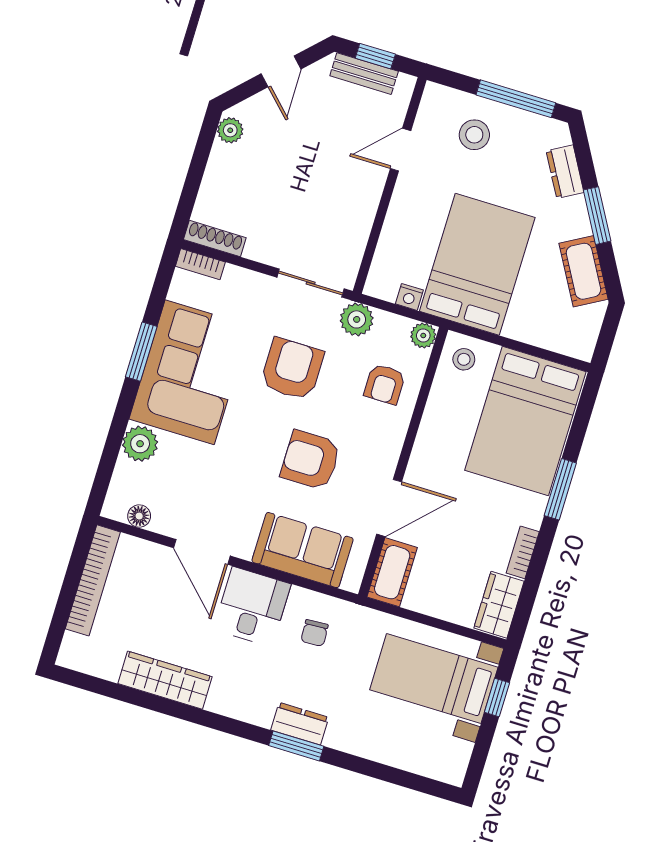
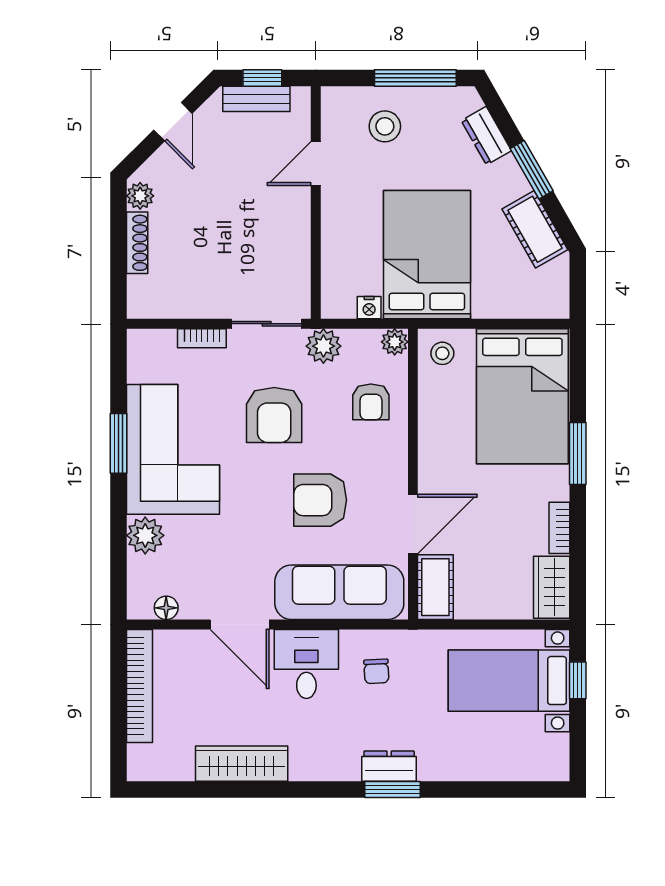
shoe rack: (215, 239) -> (137, 243), moved, turned 90
bookcase: (200, 264) -> (202, 338), moved
armchair: (292, 369) -> (274, 415), turned 180
sofa: (303, 550) -> (339, 592), width x1.36

